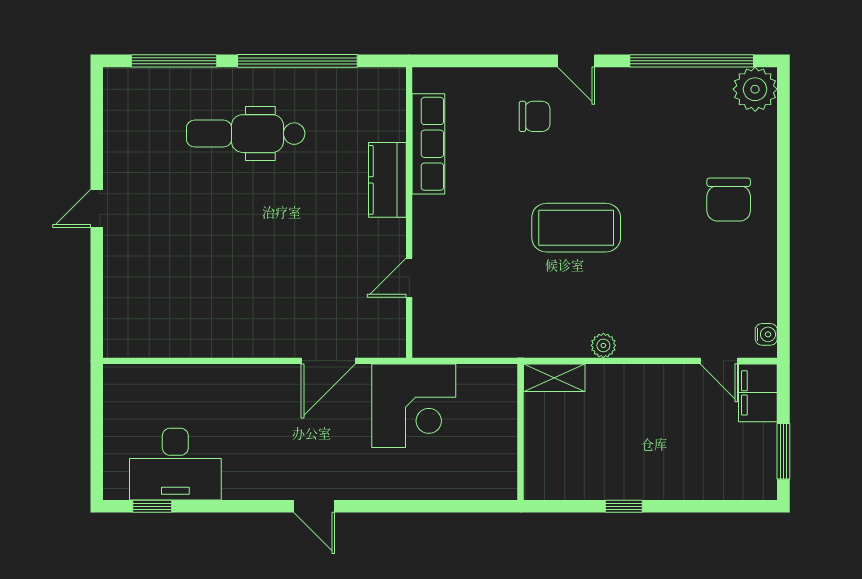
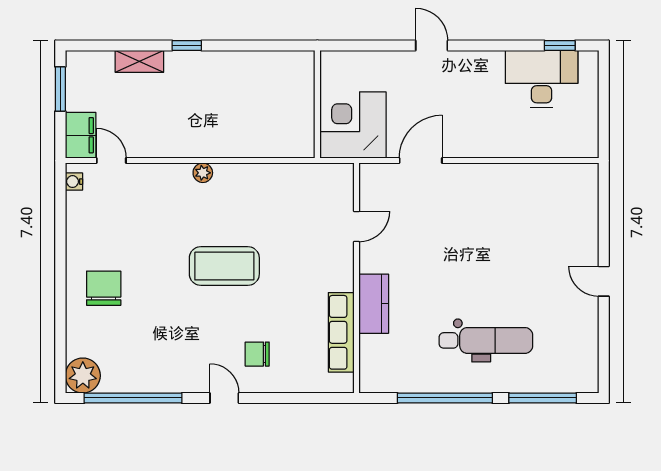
door: (97, 208) -> (604, 281), swing flipped
shelving: (554, 378) -> (139, 61), moved
wall: (520, 432) -> (317, 104), moved

